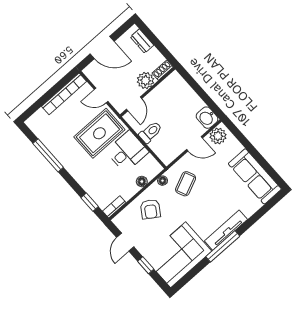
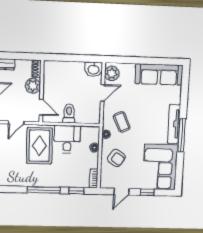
window: (48, 155) -> (43, 190), moved
door: (125, 242) -> (121, 192), hinge flipped

